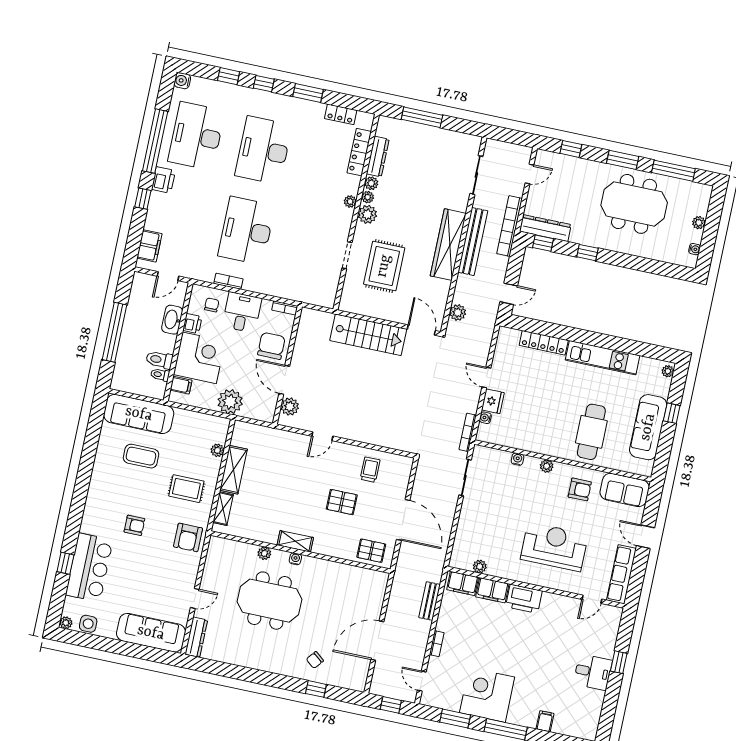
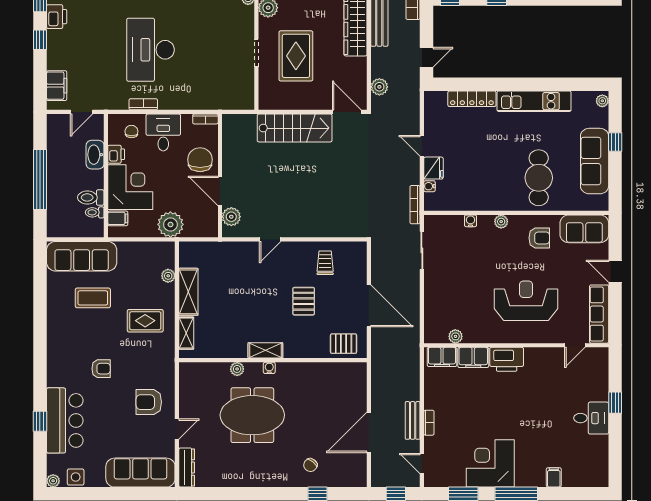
pallet: (342, 502) -> (304, 301), turned 90
armchair: (188, 537) -> (149, 402), moved, turned 90
bench: (430, 601) -> (413, 420), moved

